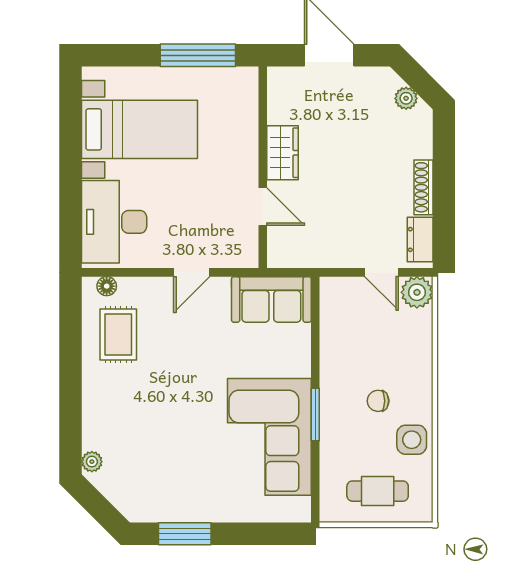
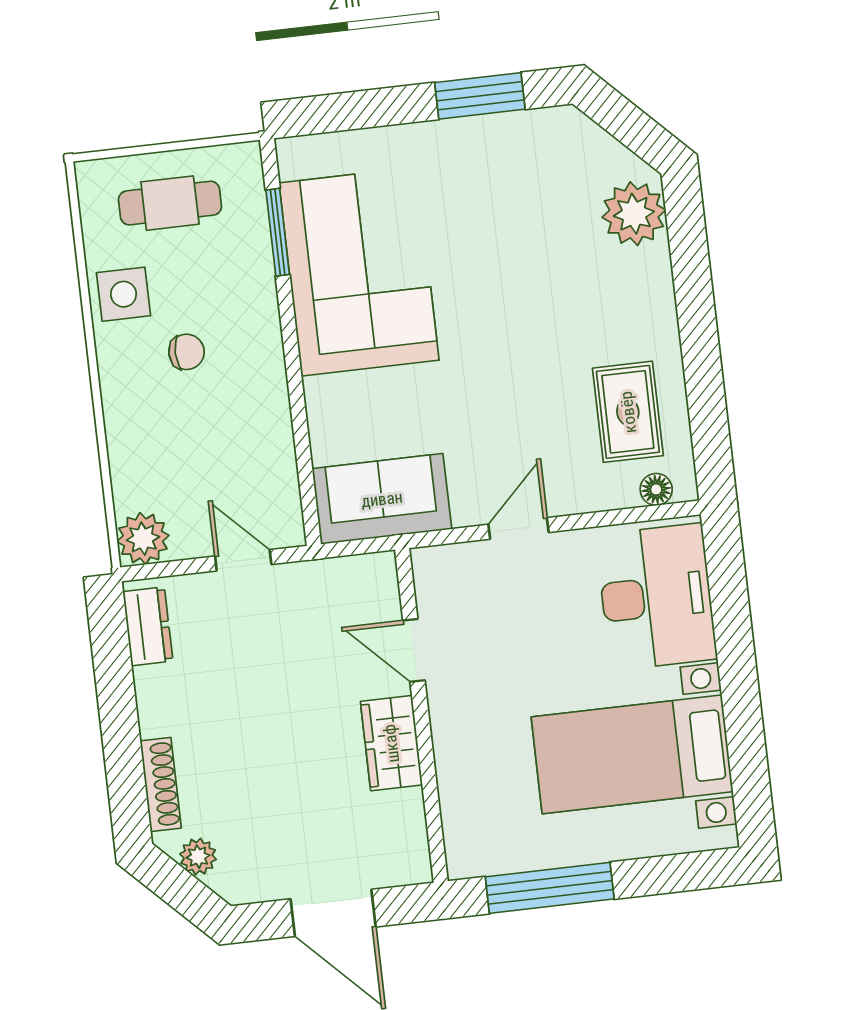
shoe rack: (423, 187) -> (161, 784), moved
door: (381, 272) -> (243, 560), moved
window: (315, 415) -> (278, 232), moved
plant: (92, 462) -> (634, 214), width x1.87, depth x1.87

